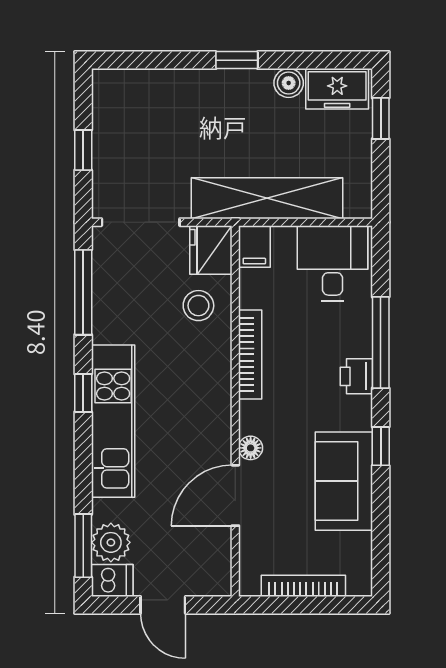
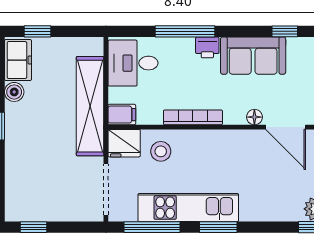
window: (83, 150) -> (33, 227), moved
window: (83, 393) -> (218, 227), width x1.50
kitchen unit: (113, 421) -> (188, 208), moved
window: (381, 446) -> (285, 31), moved
sofa: (344, 481) -> (253, 56), moved

